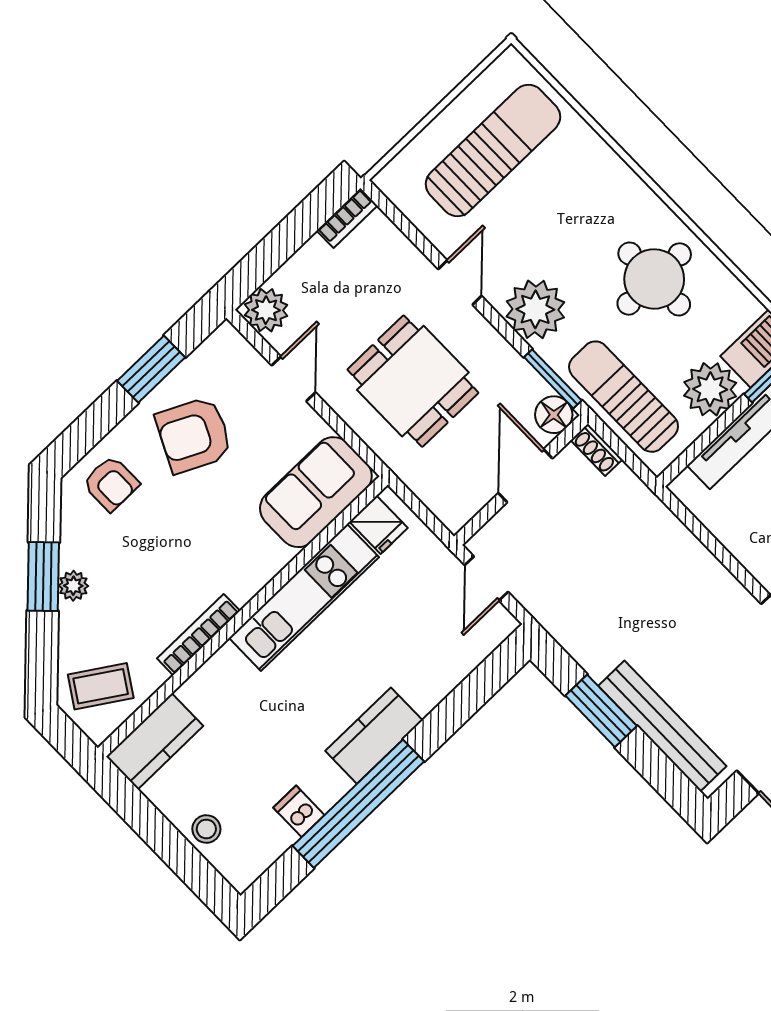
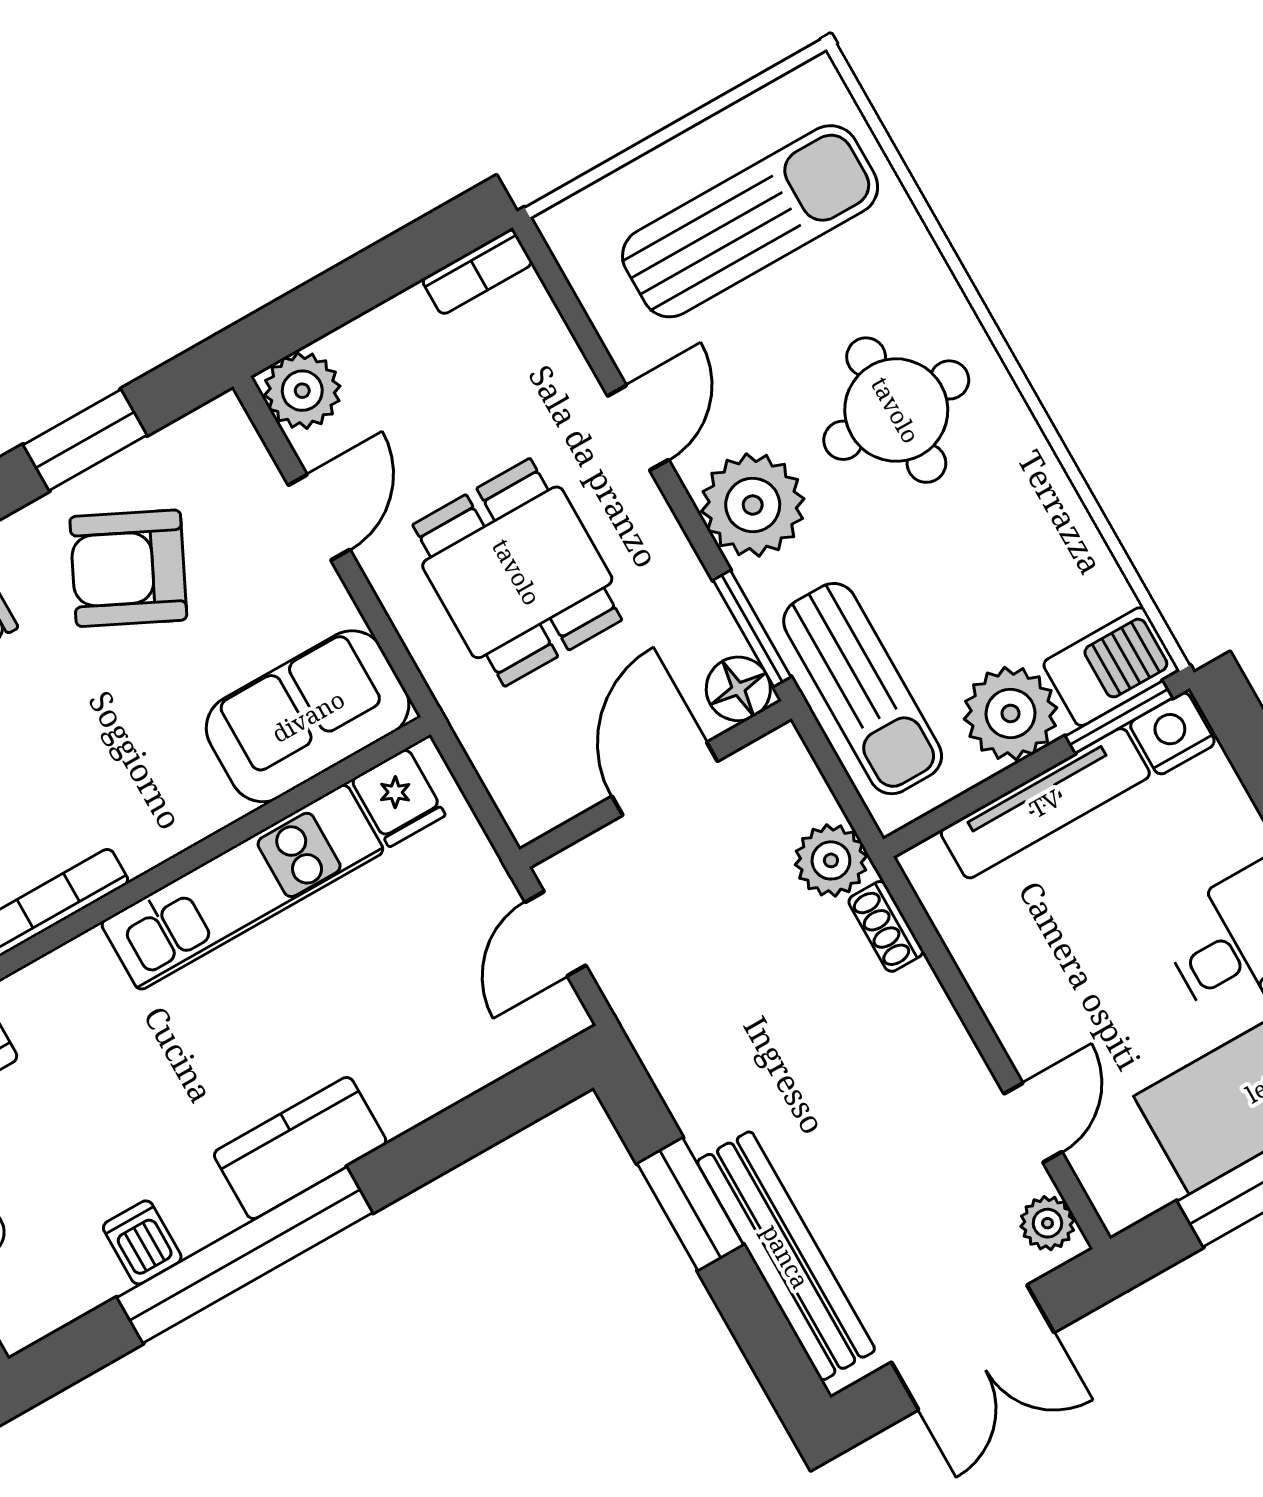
round table: (654, 279) -> (896, 410), moved
sun lounger: (624, 397) -> (863, 689), turned 180
shoe rack: (597, 450) -> (886, 926), moved
plant: (631, 498) -> (831, 860), added

